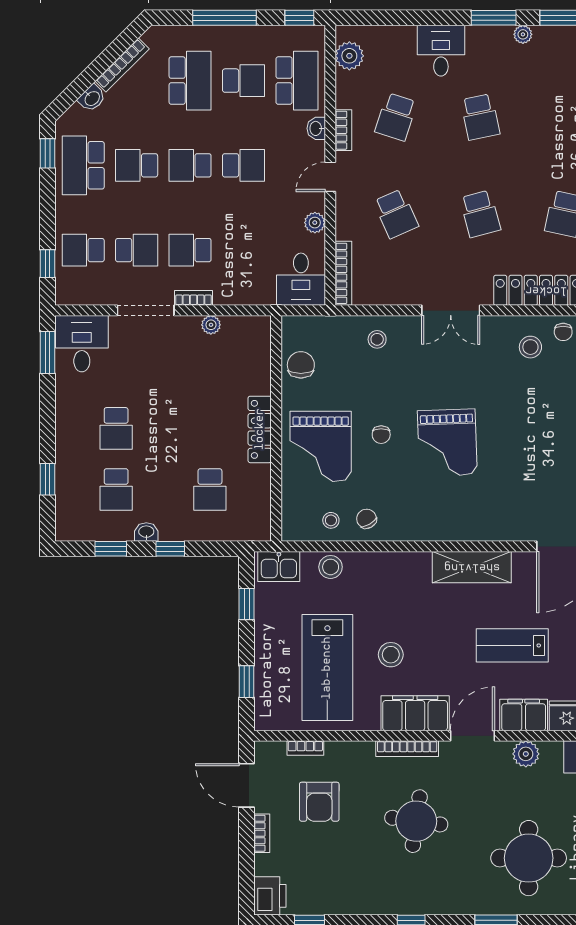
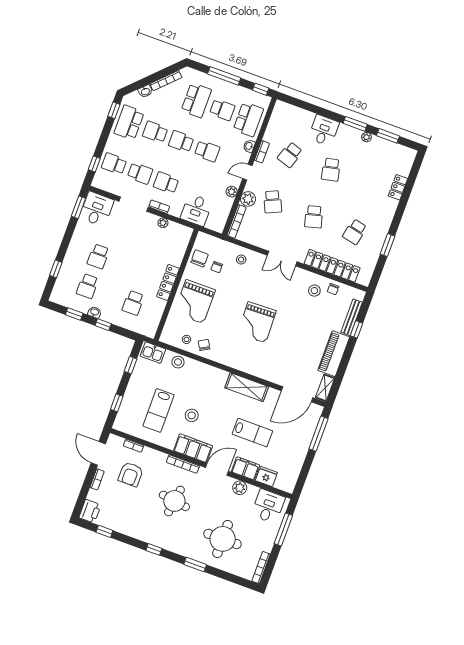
plant: (349, 56) -> (248, 199), moved
desk: (301, 279) -> (196, 210), moved
chair: (381, 435) -> (217, 267), moved
lab bench: (512, 645) -> (252, 433), turned 180
lab bench: (327, 668) -> (159, 410), width x0.73, depth x0.72

